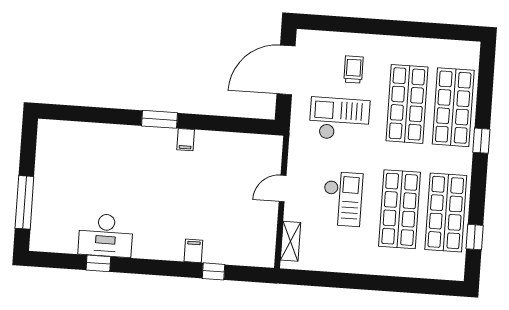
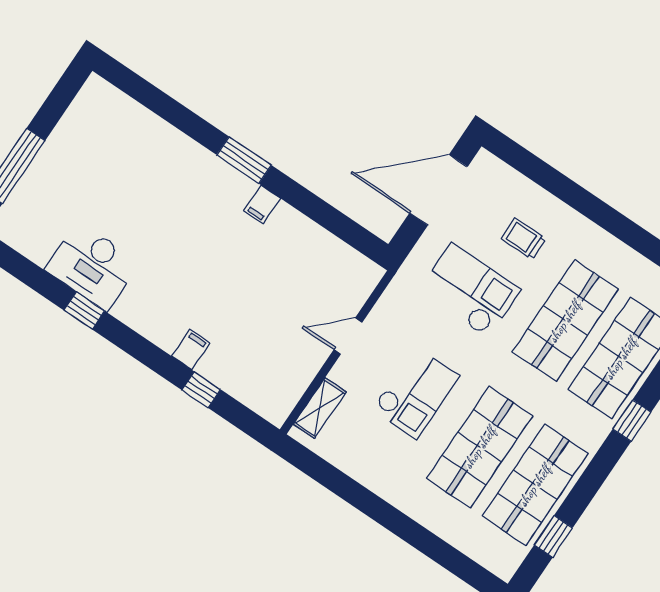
trolley: (354, 70) -> (523, 239), turned -90
window: (98, 263) -> (84, 311), moved

